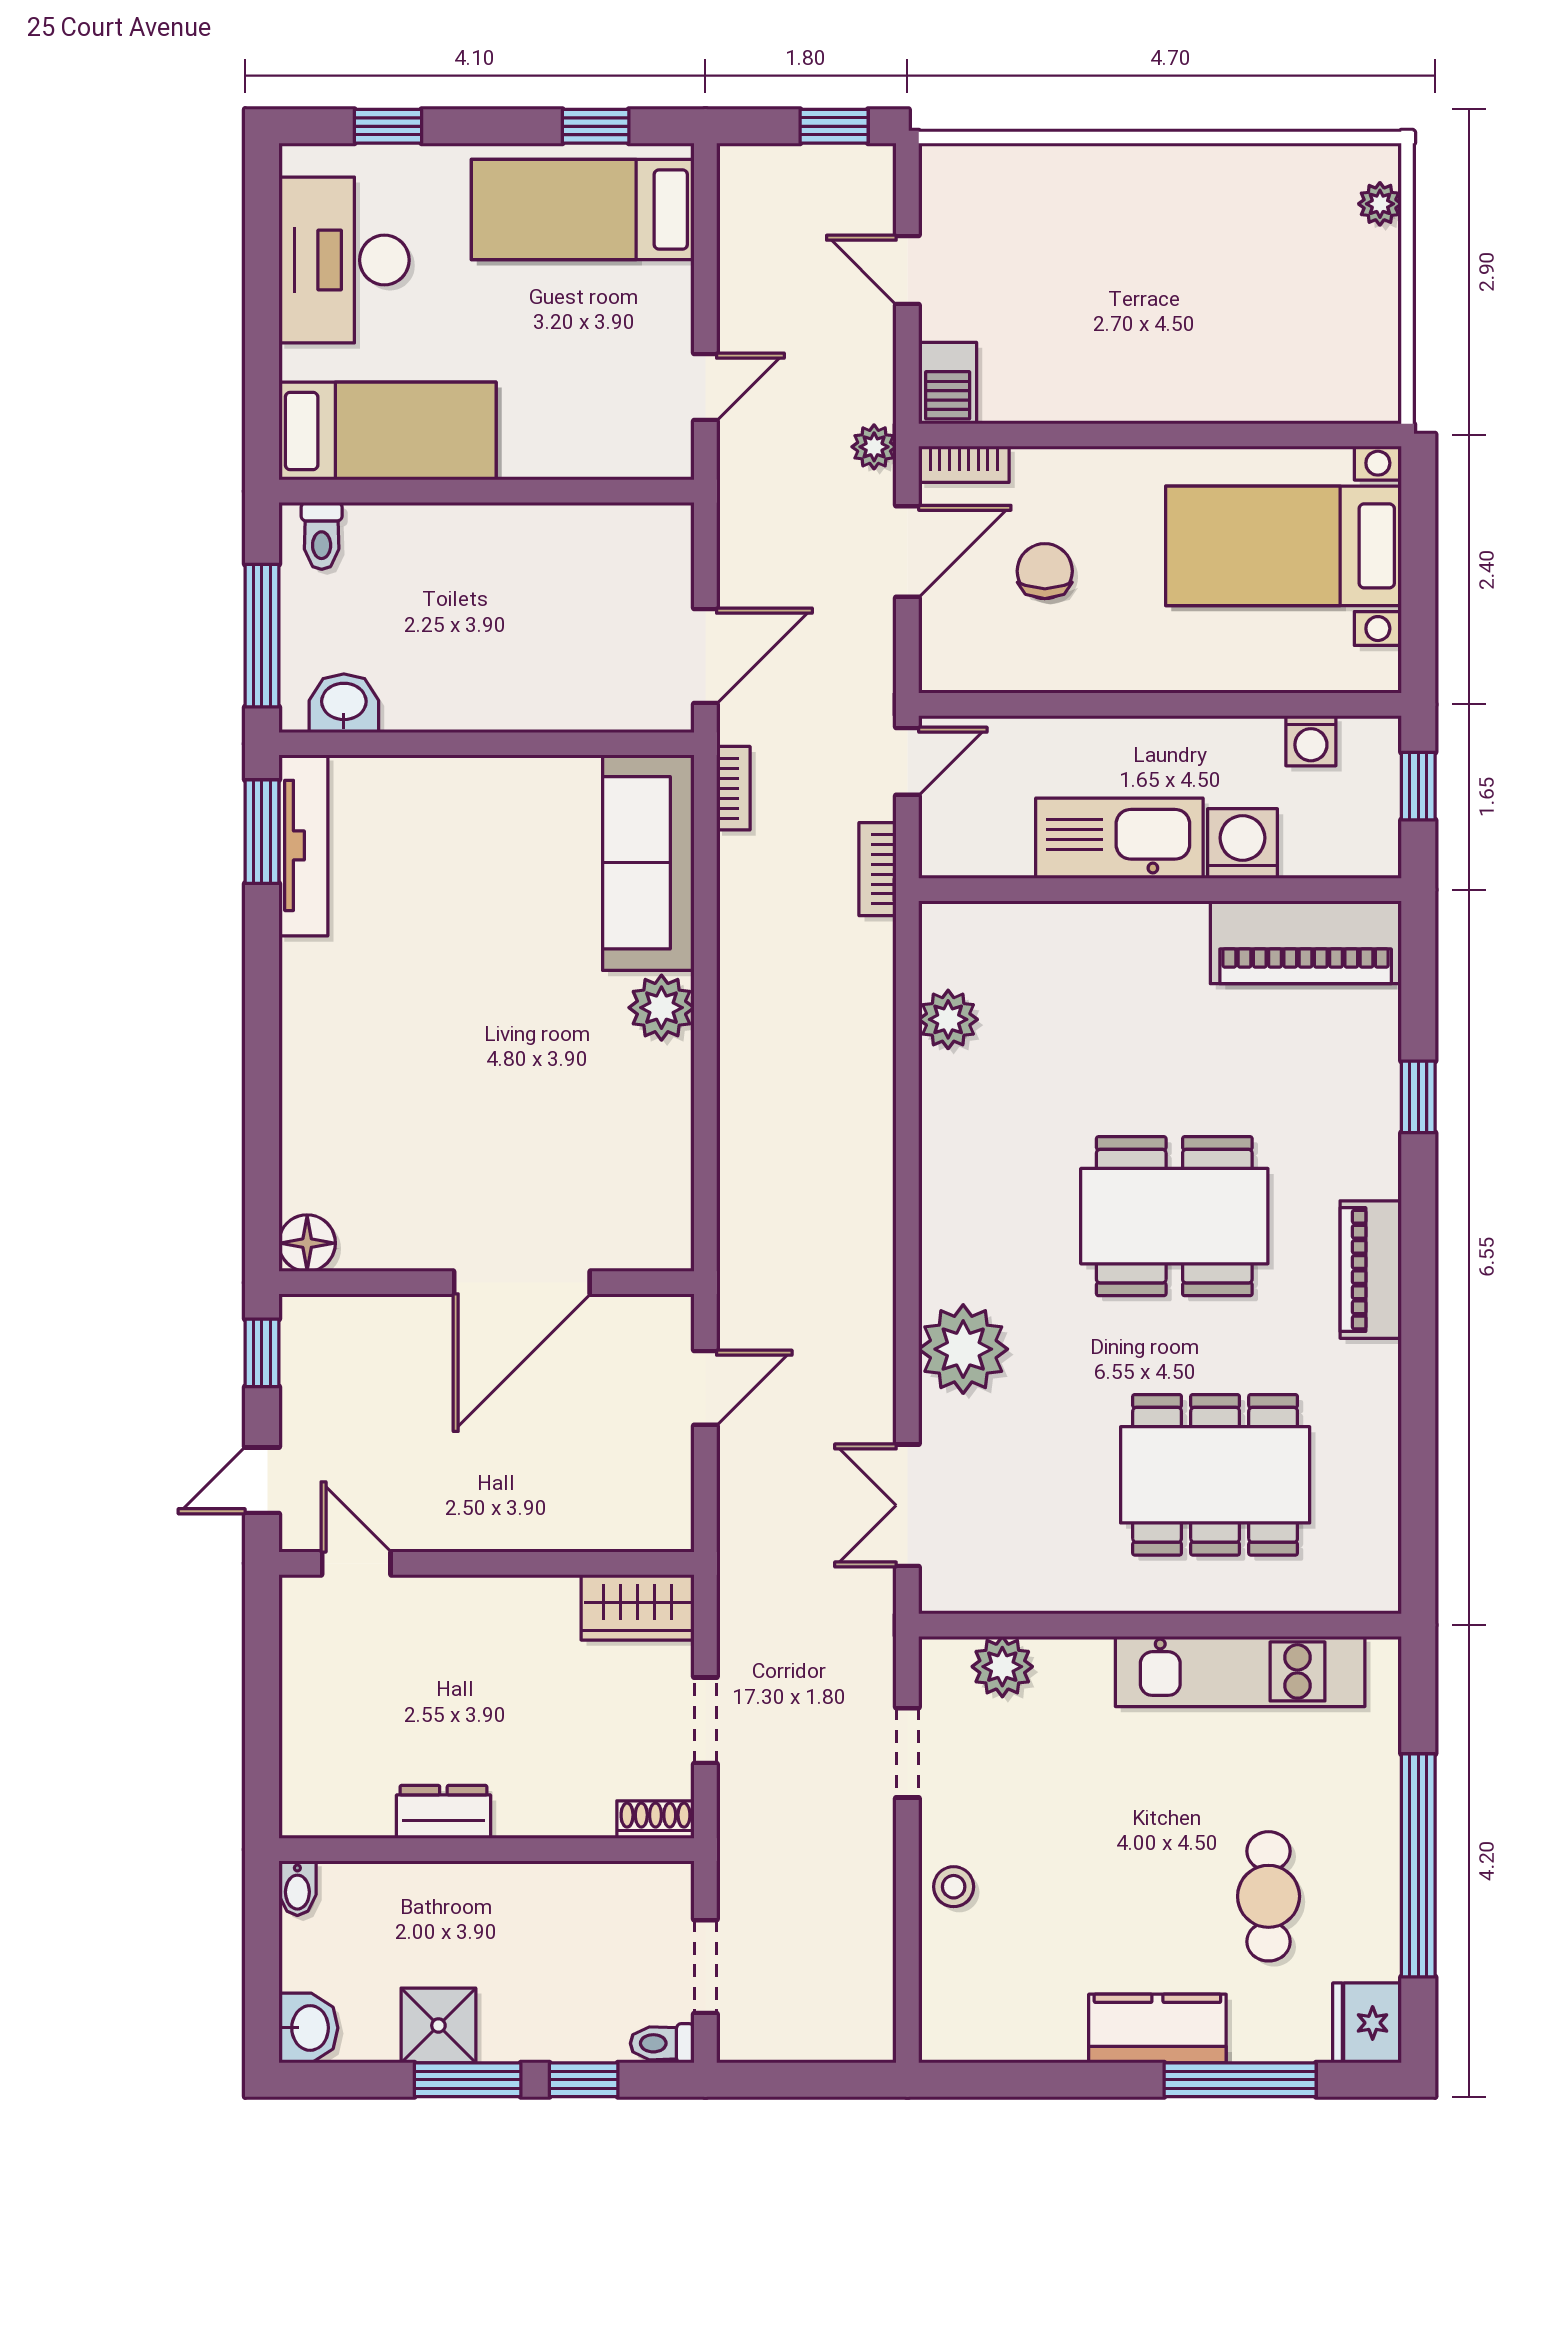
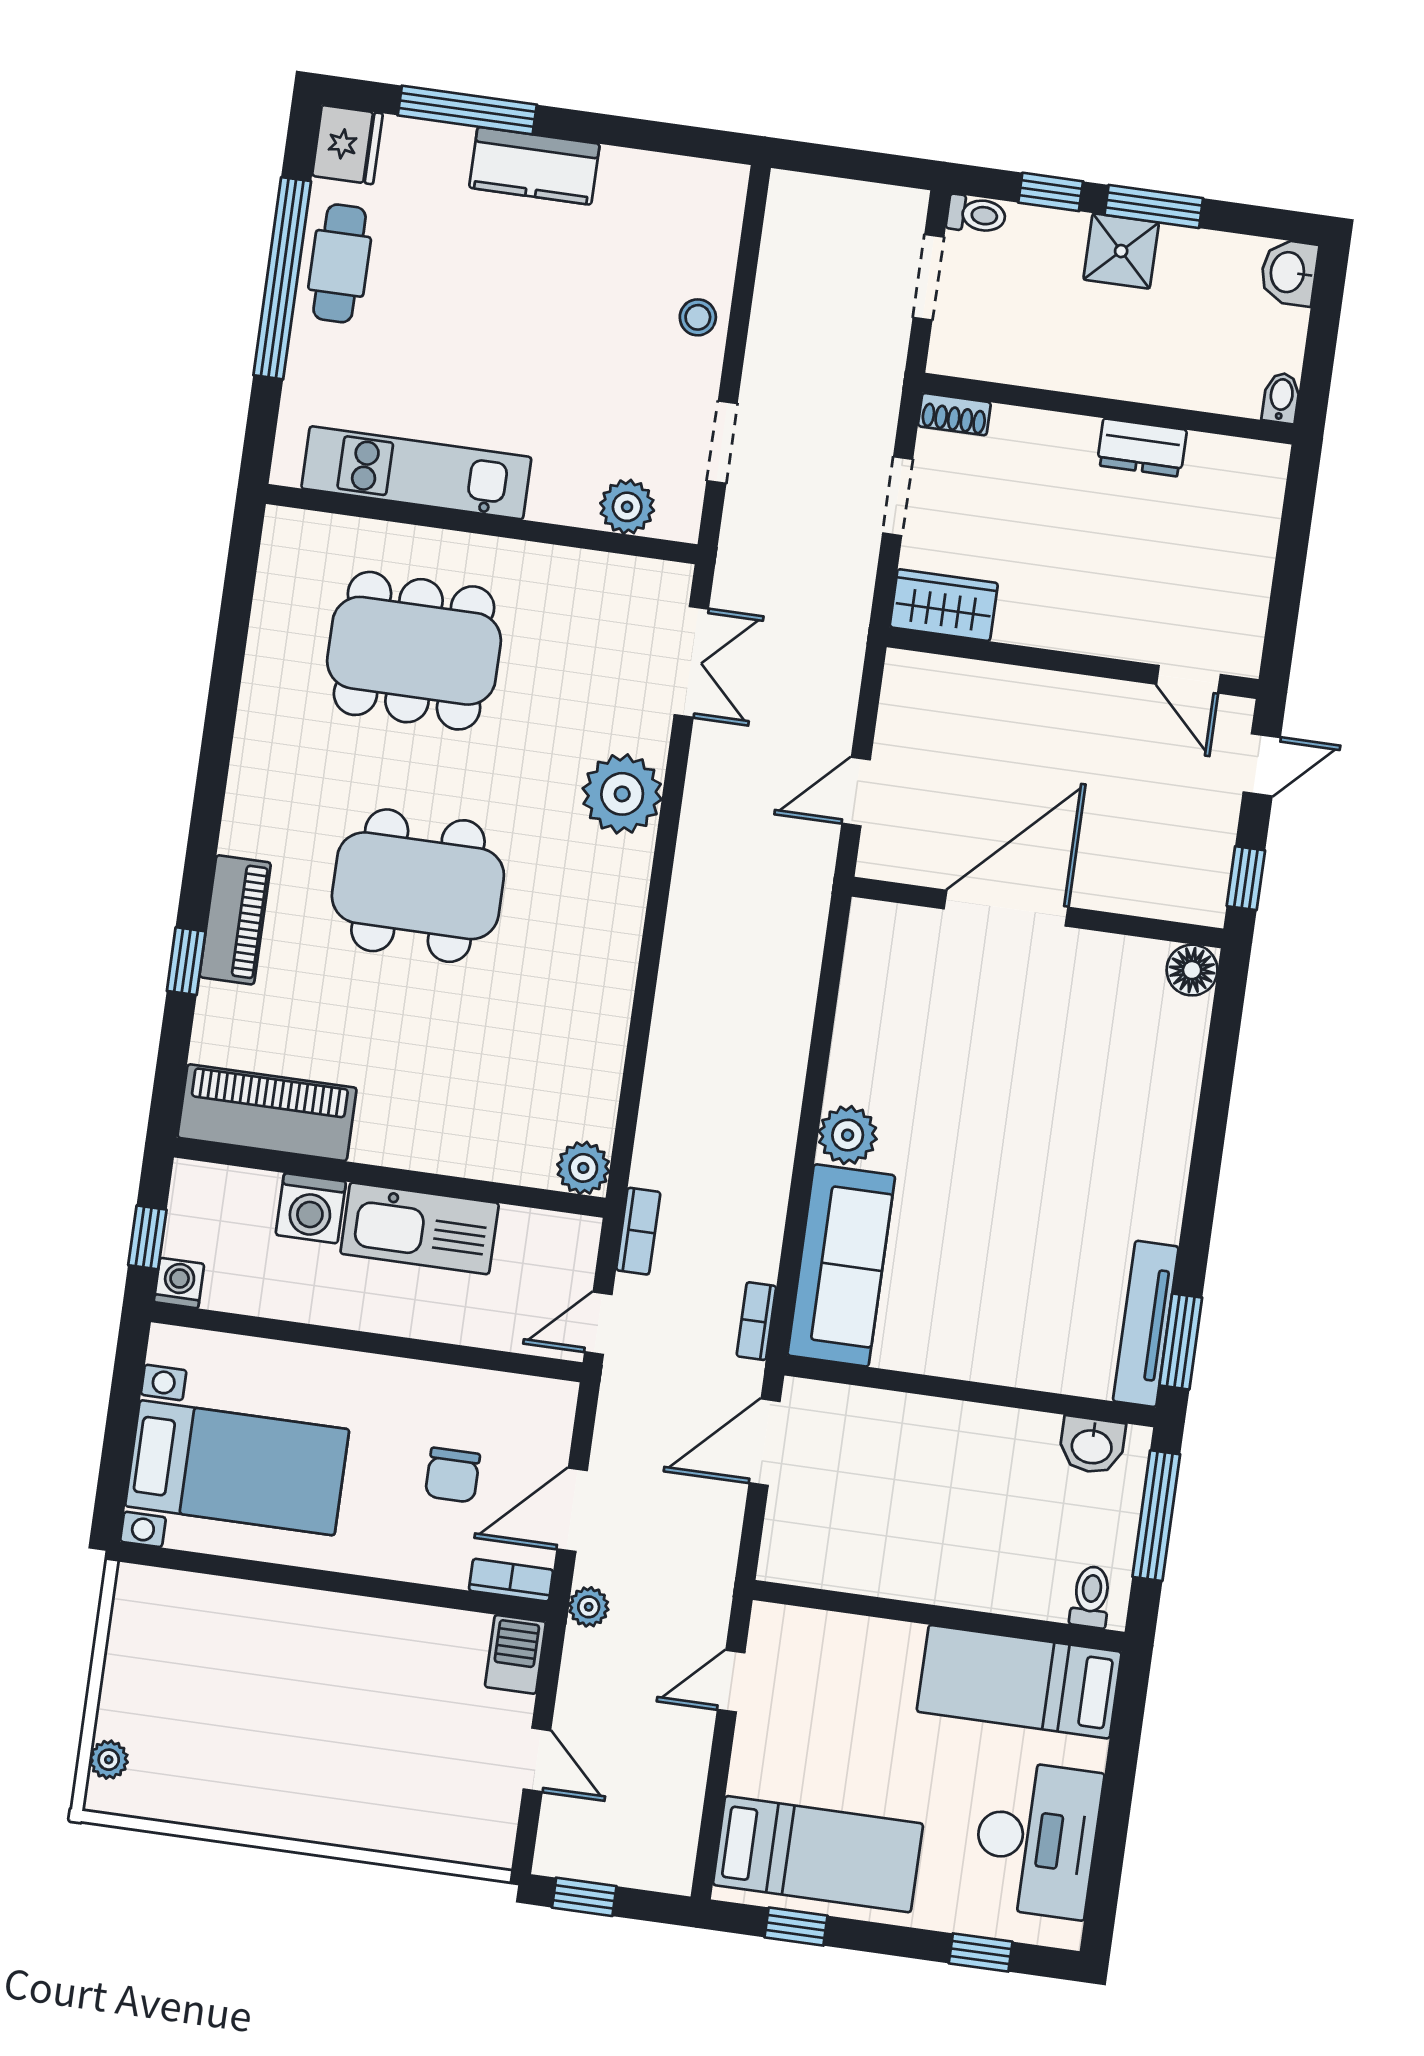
washing machine: (1311, 741) -> (179, 1283), moved
plant: (948, 1019) -> (583, 1168), moved
piano: (1371, 1270) -> (235, 920), moved
cafe table: (1269, 1896) -> (340, 263), moved
shower: (438, 2025) -> (1121, 251), moved

